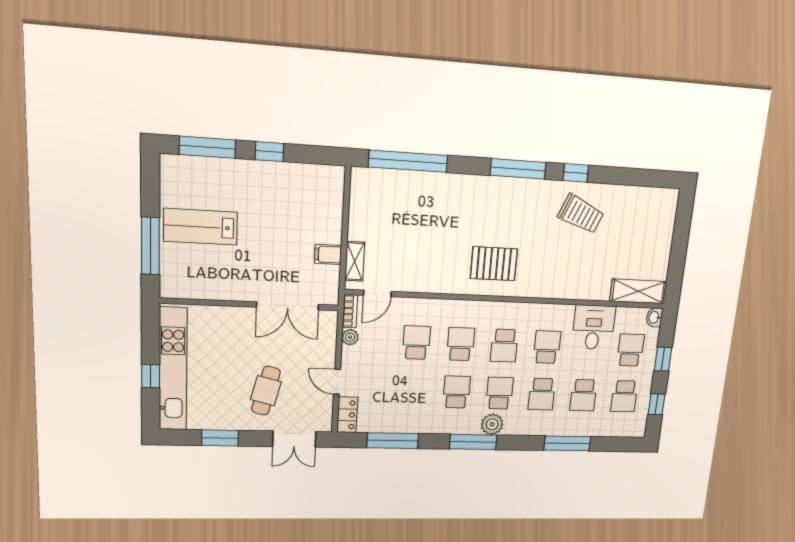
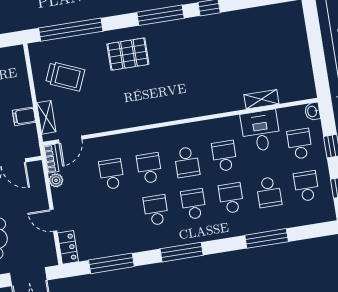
trolley: (581, 214) -> (65, 76), moved
pallet: (494, 264) -> (128, 54), moved
shelving: (638, 291) -> (261, 99), moved, width x0.67, depth x0.75
school desk: (542, 394) -> (231, 198), turned 180
school desk: (624, 396) -> (306, 186), turned 180
plant: (492, 424) -> (194, 233), removed

